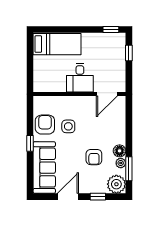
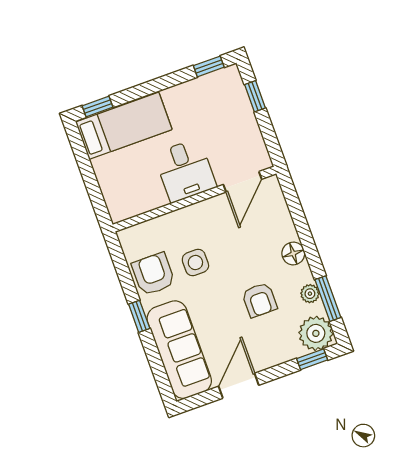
window: (47, 29) -> (98, 106), added
floor lamp: (120, 151) -> (293, 253), moved
window: (98, 197) -> (312, 359), moved

